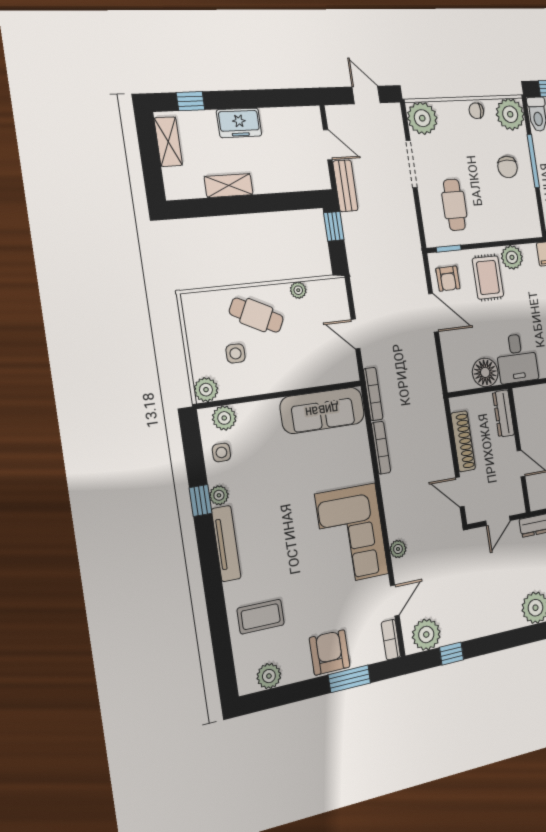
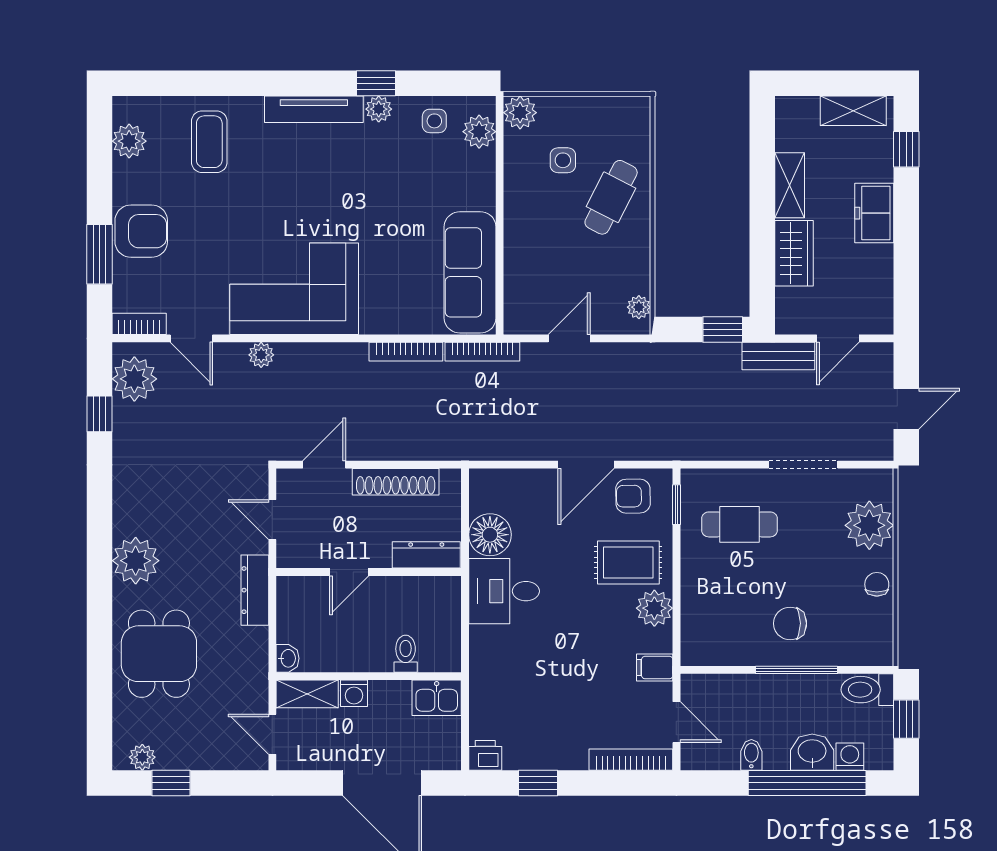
plant: (510, 114) -> (869, 642), removed
plant: (422, 118) -> (869, 525), moved
wardrobe: (275, 179) -> (794, 253), added
plant: (298, 290) -> (639, 307), moved

